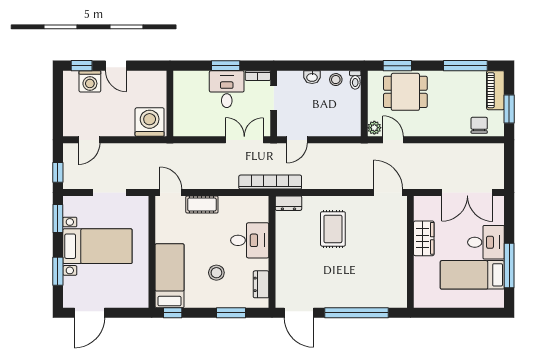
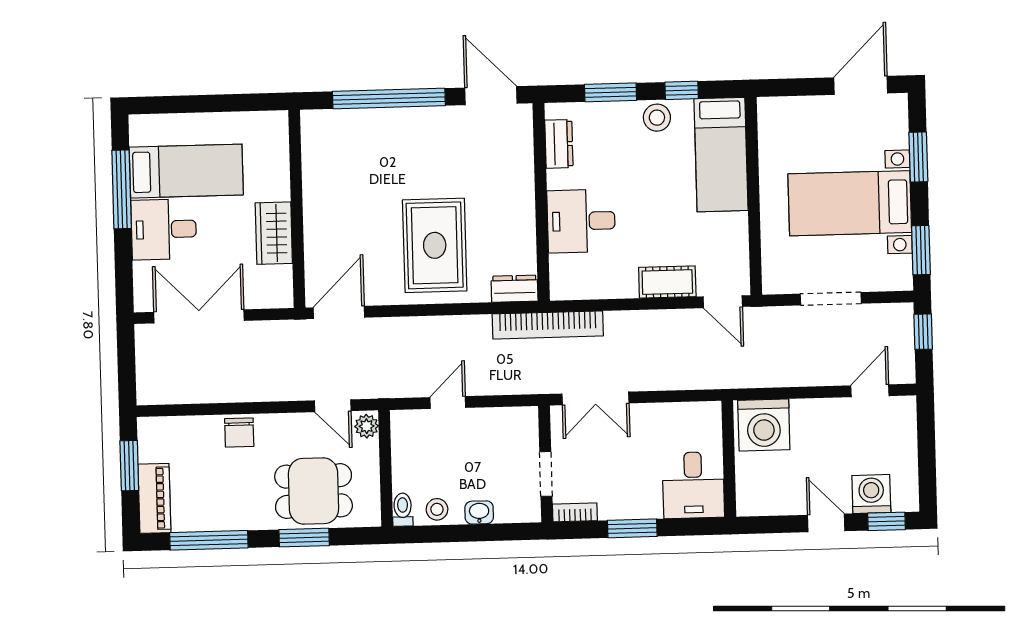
window: (397, 66) -> (304, 538), moved
desk: (227, 89) -> (693, 485), moved
chair: (479, 125) -> (239, 433), moved
door: (297, 140) -> (448, 403), moved
door: (388, 192) -> (339, 312), swing flipped
rug: (333, 229) -> (435, 245), width x1.36, depth x1.43
stool: (216, 273) -> (657, 118), moved
window: (173, 313) -> (682, 90), moved

